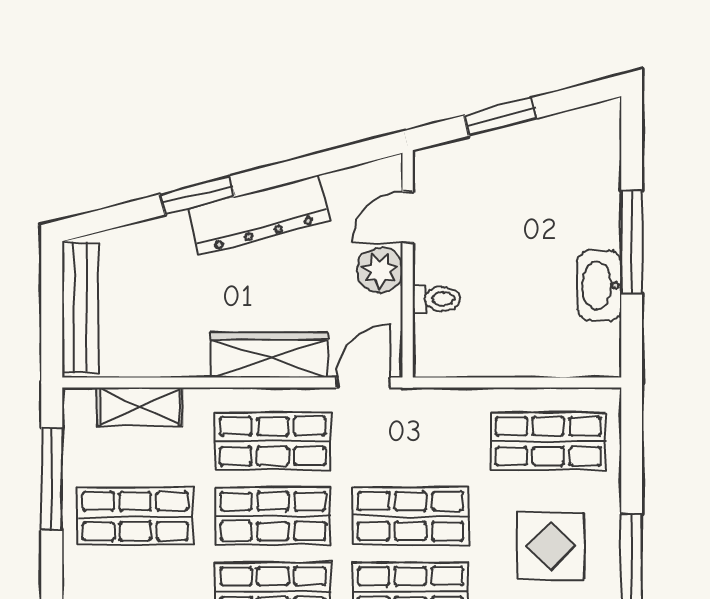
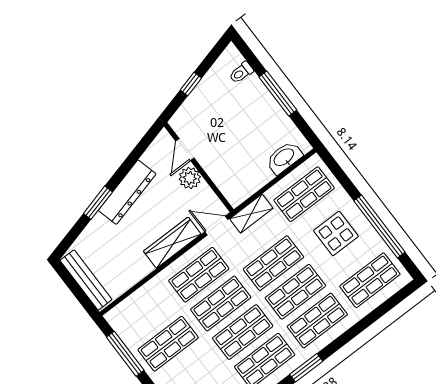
window: (500, 117) -> (191, 84), width x0.67
washbasin: (600, 285) -> (284, 158), moved, turned 90
toilet: (436, 299) -> (241, 73), moved, turned 180
door: (364, 382) -> (216, 226), hinge flipped
shelving: (140, 407) -> (251, 214), moved

